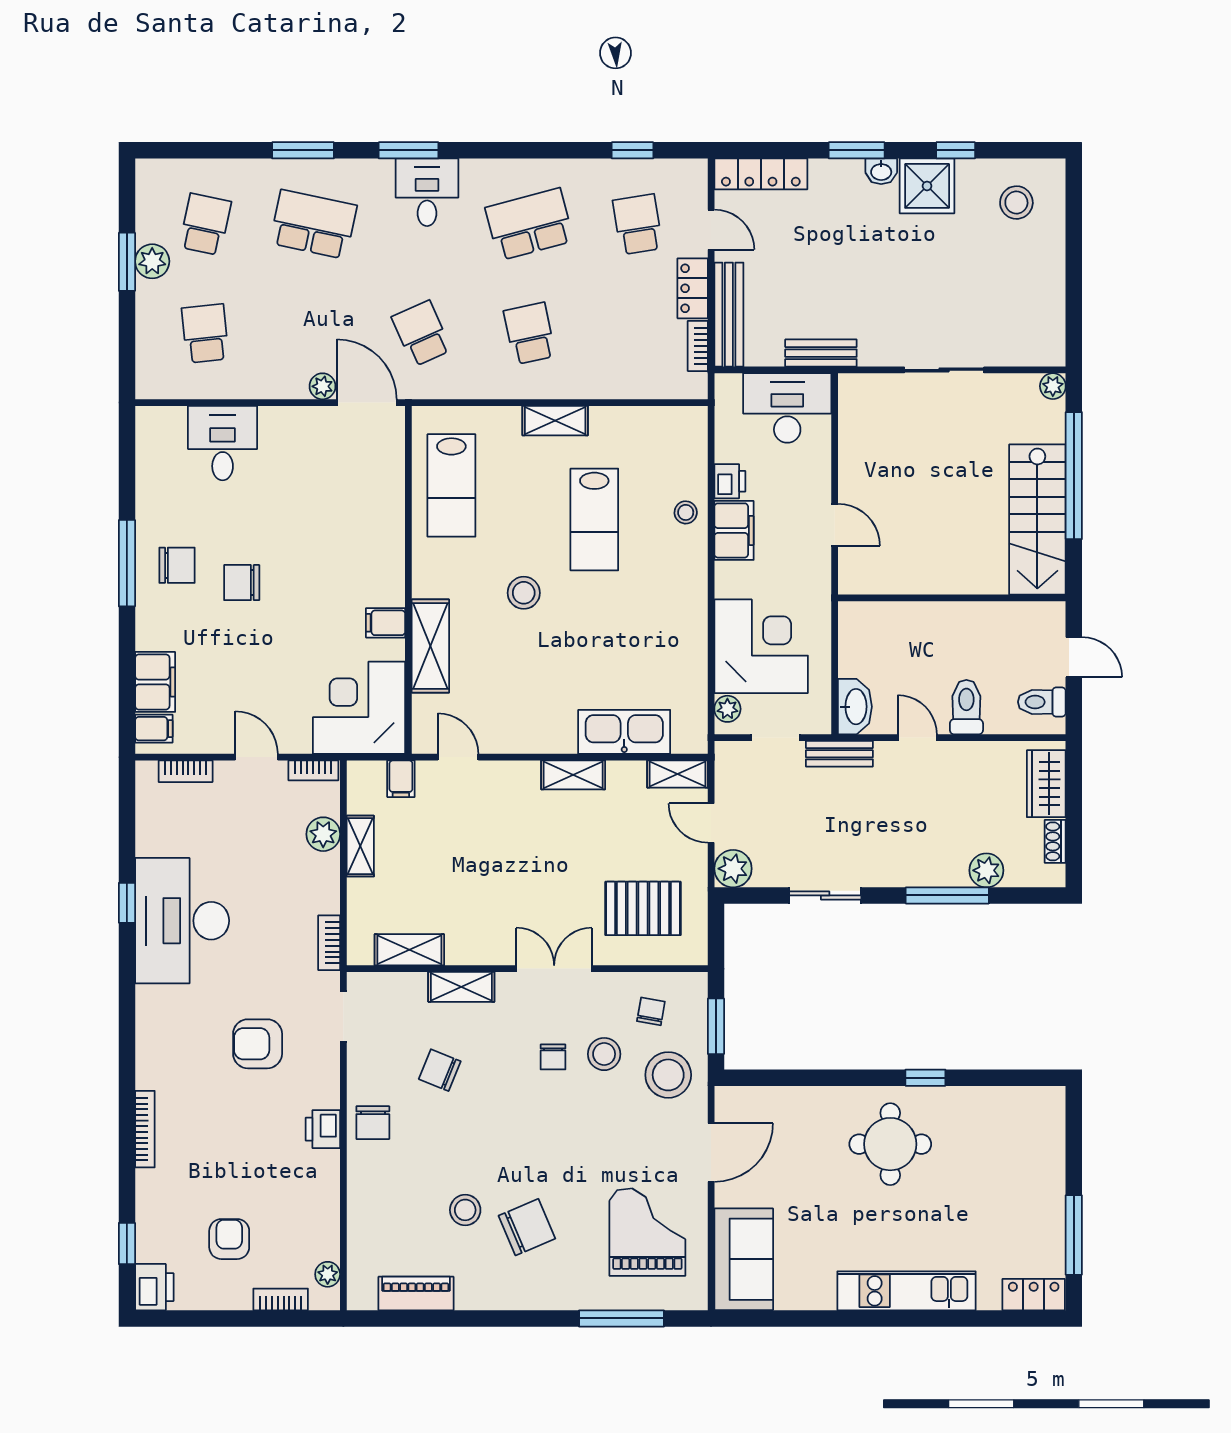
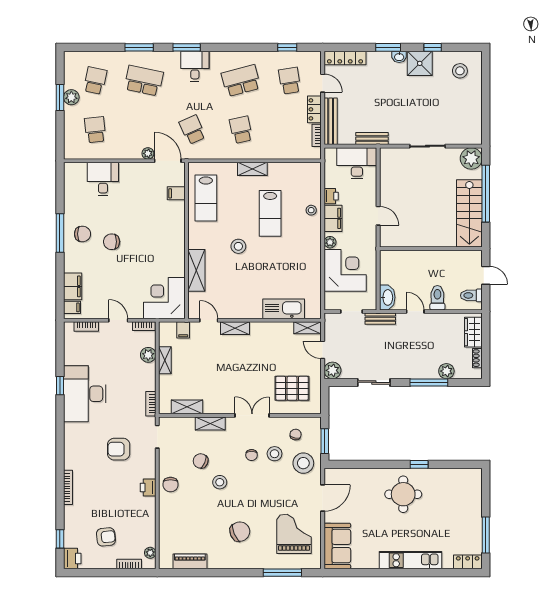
plant: (1053, 386) -> (471, 158), width x1.87, depth x1.87
filing cabinet: (386, 623) -> (176, 193), moved
plant: (727, 709) -> (330, 242), moved
shelving: (573, 775) -> (235, 328), moved
stool: (465, 1210) -> (220, 482), moved
armchair: (229, 1239) -> (106, 537), turned 84

